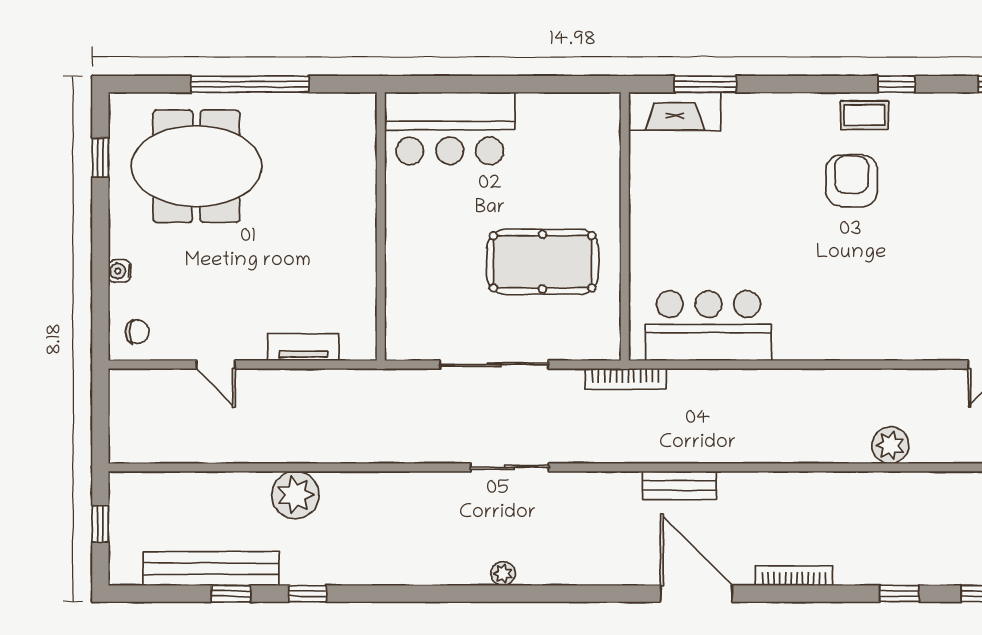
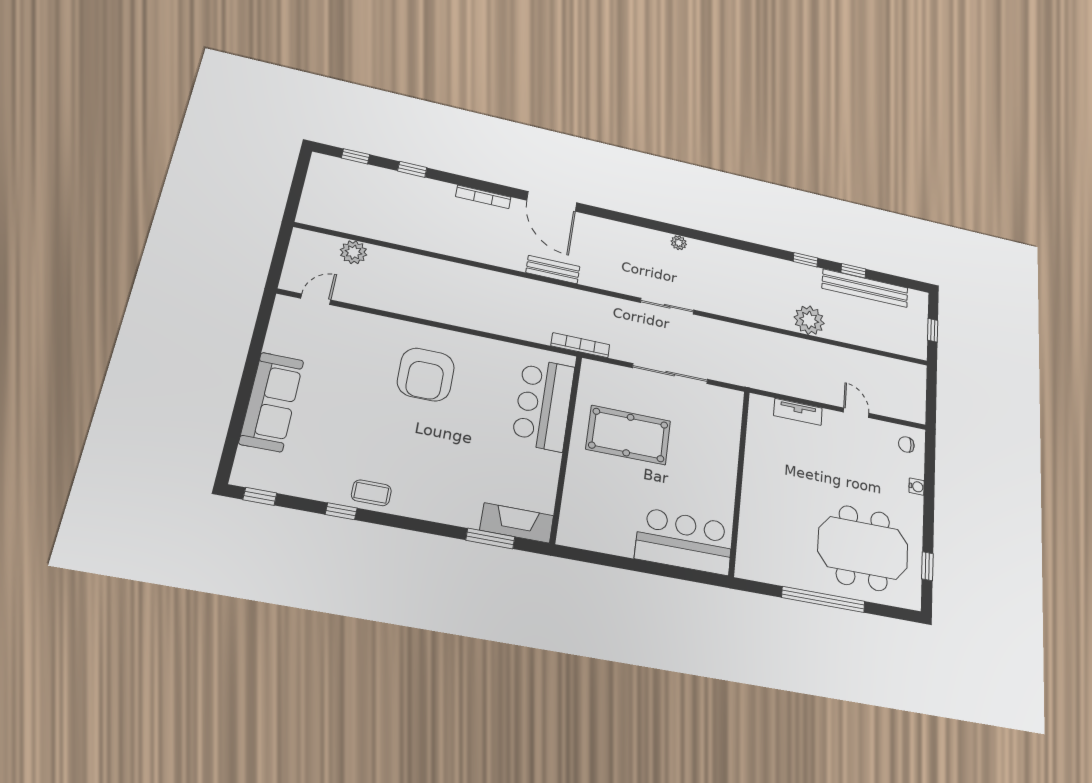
armchair: (852, 181) -> (426, 374), moved, width x1.36, depth x1.36
bar counter: (708, 326) -> (544, 404), moved, turned 90
plant: (890, 445) -> (354, 252), moved

